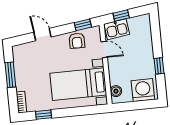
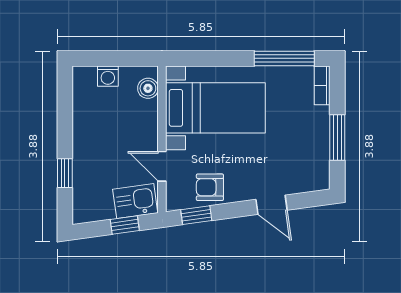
armchair: (77, 41) -> (210, 187), turned -90
window: (159, 66) -> (65, 173), moved
washing machine: (143, 90) -> (108, 76), width x0.53, depth x0.53
window: (43, 115) -> (284, 58), width x2.17

